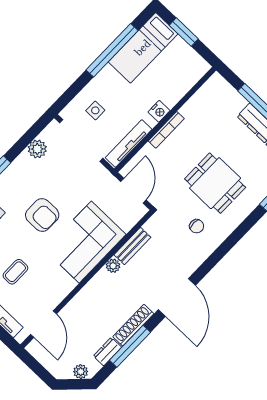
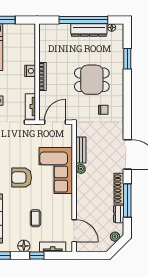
tv unit: (129, 144) -> (30, 106), width x0.71
door: (133, 191) -> (55, 122), hinge flipped
armchair: (42, 215) -> (22, 178), turned 180

